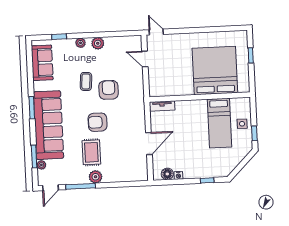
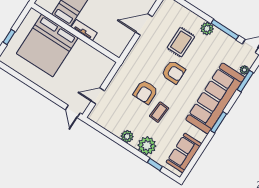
plant: (81, 43) -> (147, 146), width x1.87, depth x1.87
door: (145, 59) -> (98, 96), swing flipped
tv unit: (162, 106) -> (84, 30), moved
rug: (91, 152) -> (181, 42), moved

